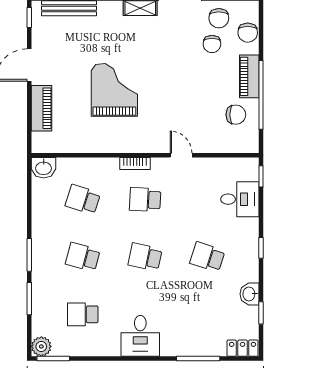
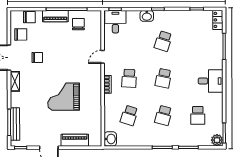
chair: (212, 44) -> (37, 57), moved
desk: (240, 199) -> (115, 22), moved
washbasin: (249, 294) -> (147, 16), moved

